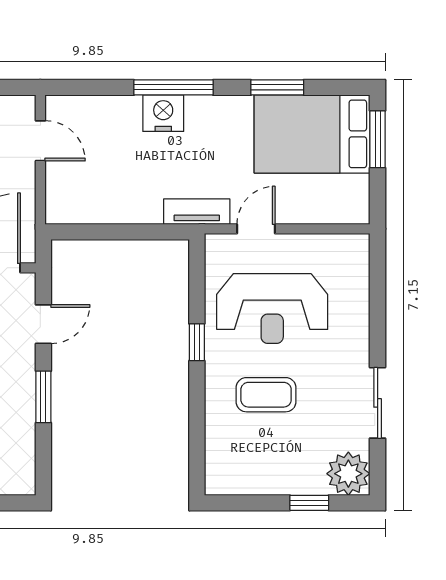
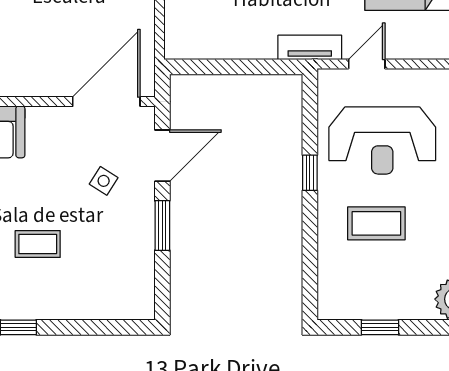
door: (43, 324) -> (162, 156), width x1.38
window: (309, 503) -> (380, 327), moved

